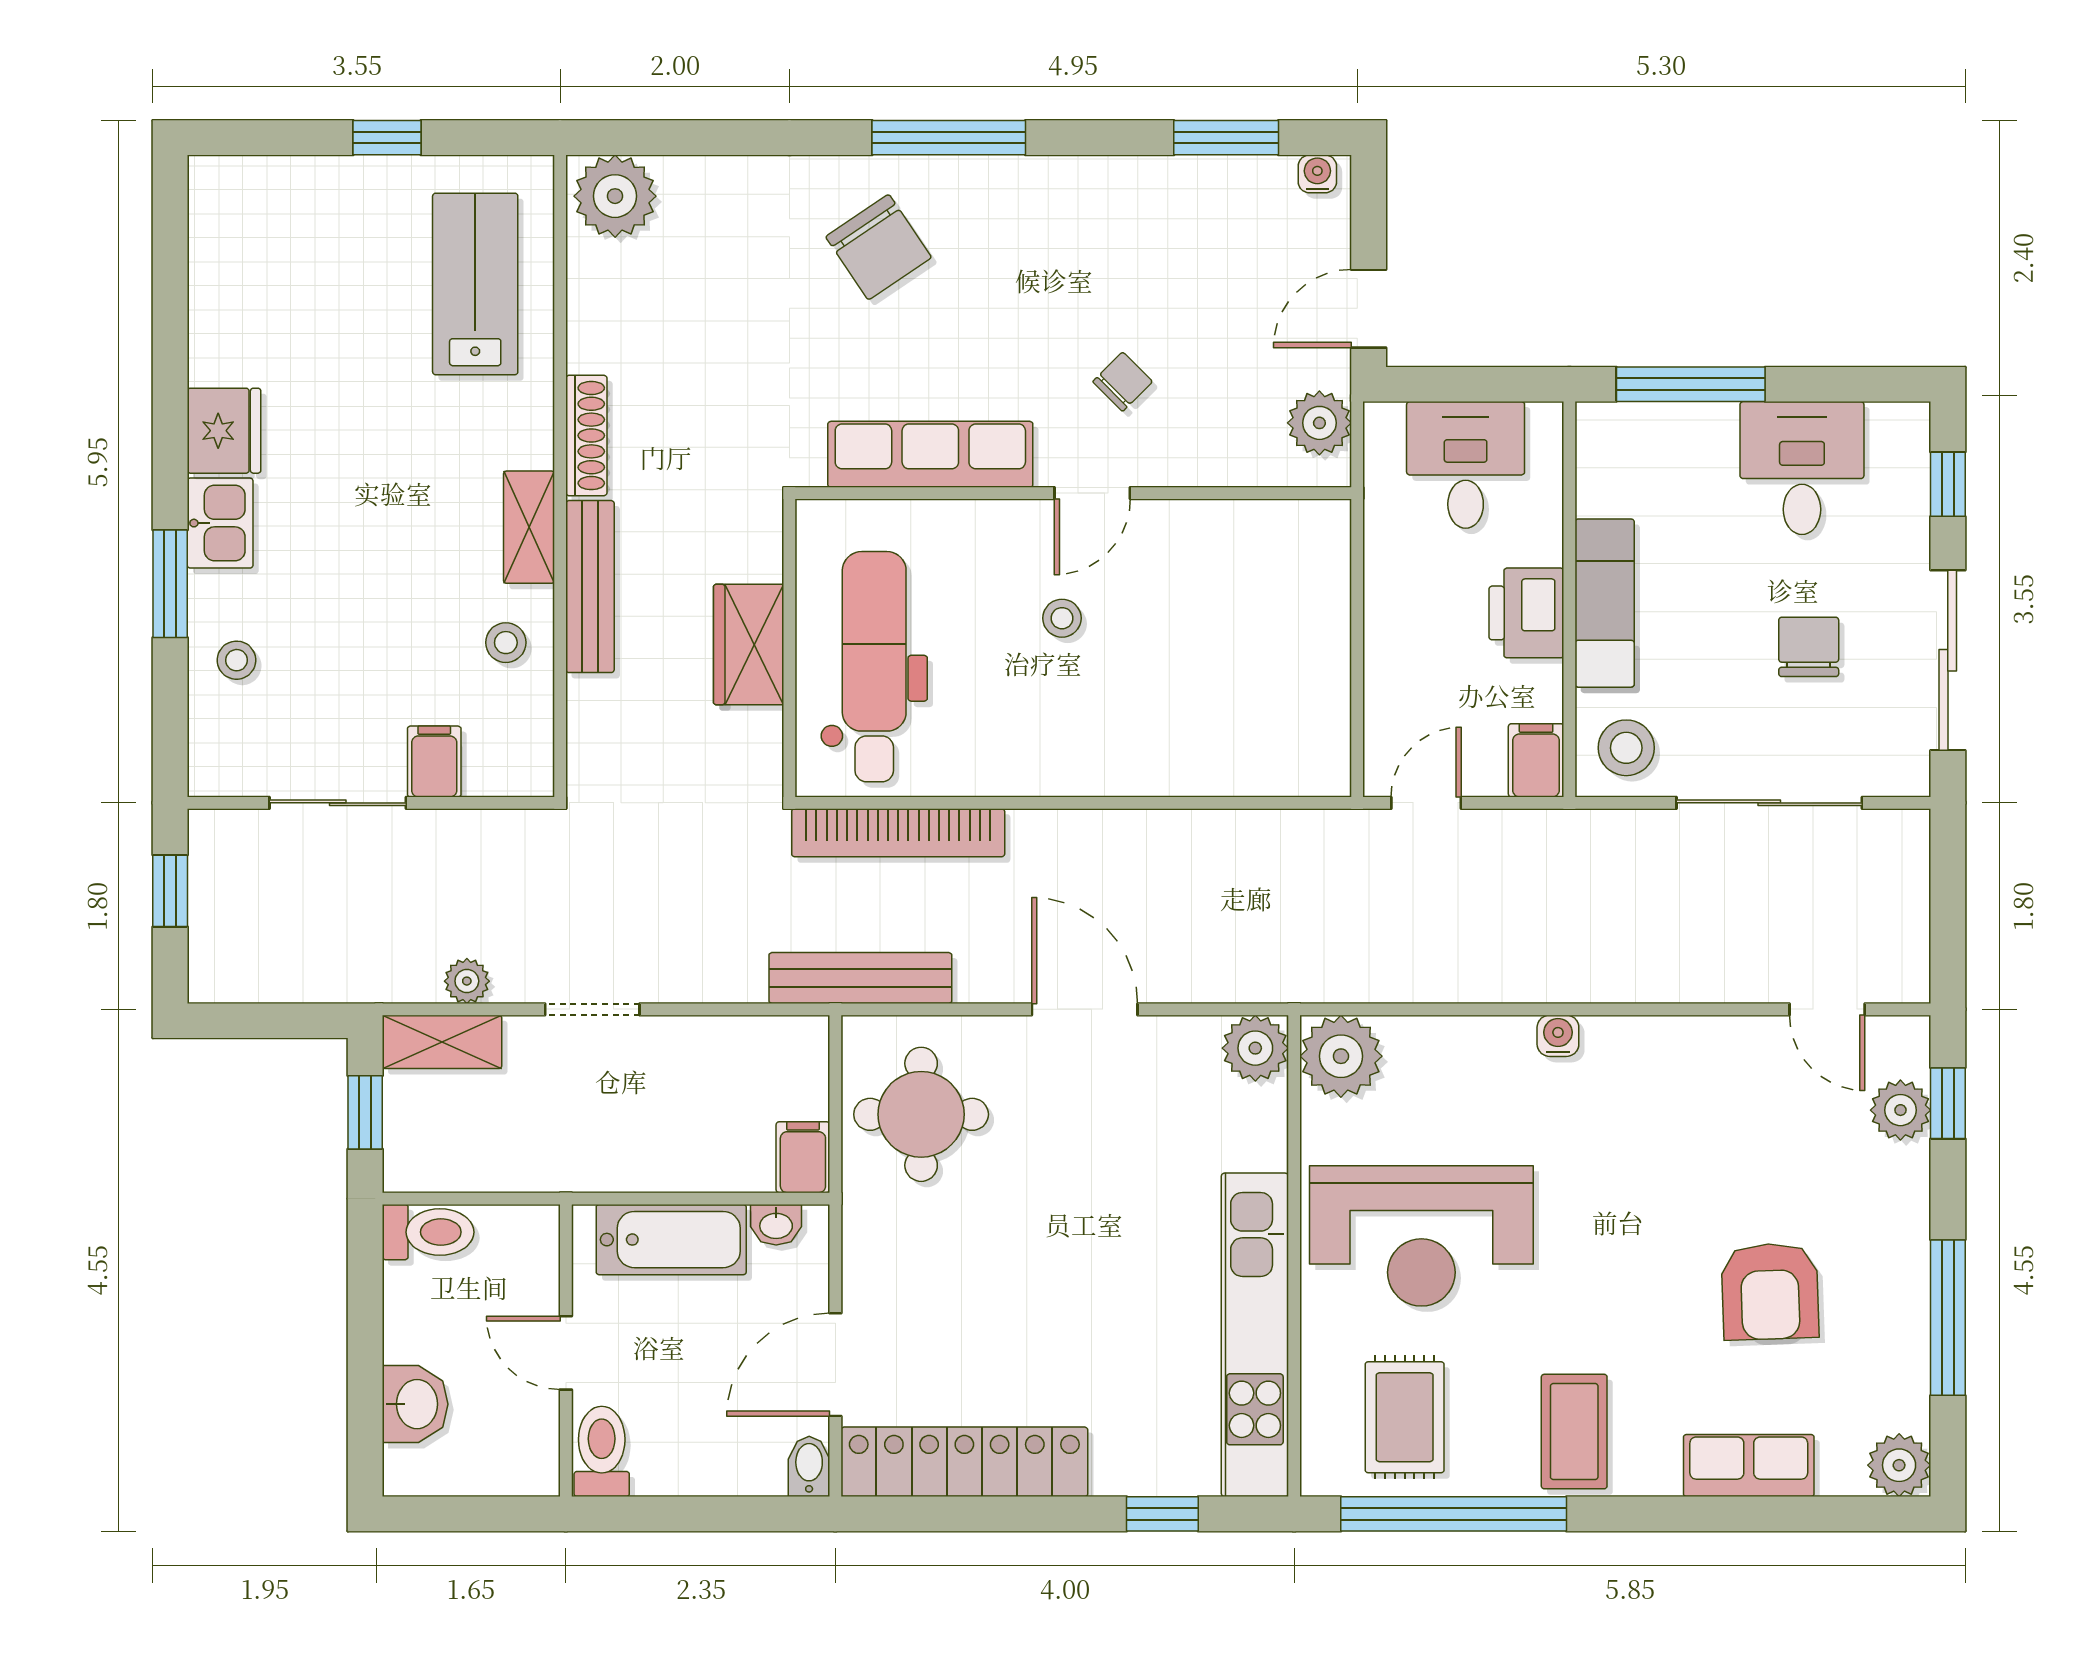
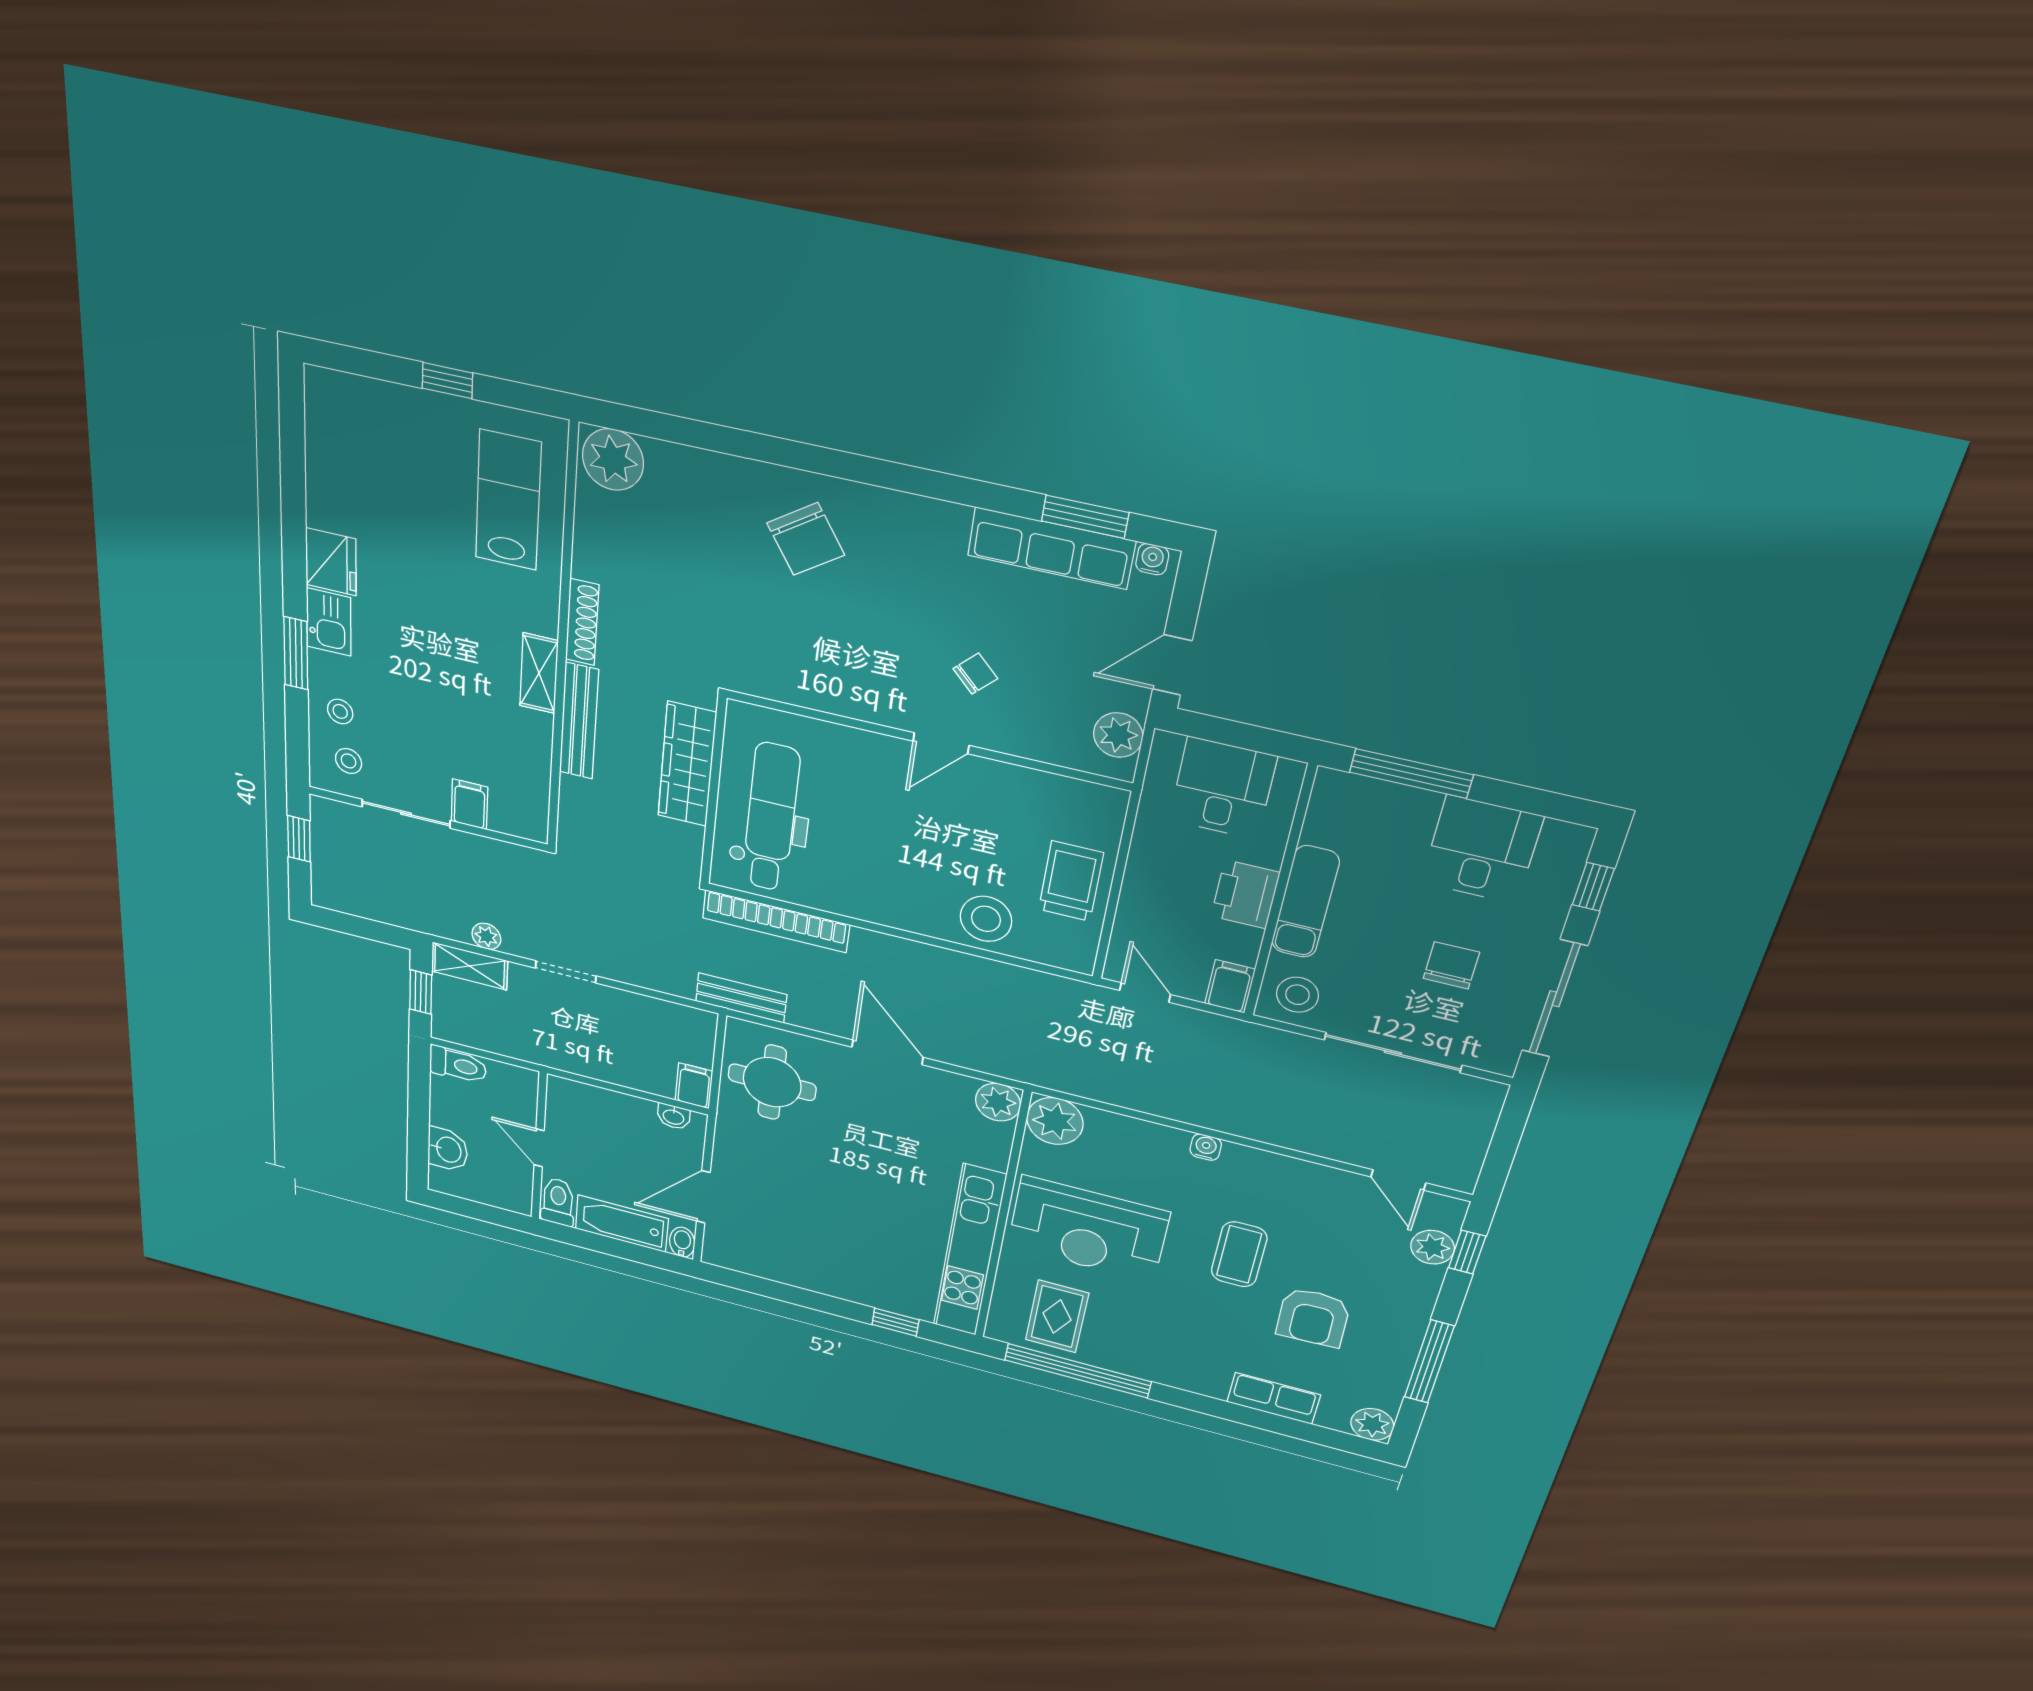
window: (949, 138) -> (869, 471), removed
row of seats: (930, 454) -> (1051, 548), moved, turned 180
stool: (1062, 618) -> (986, 919), moved, width x1.89, depth x1.89
stool: (506, 643) -> (349, 761), moved
wardrobe: (749, 645) -> (687, 764), width x1.50
trolley: (1296, 655) -> (1071, 881), added
door: (1426, 803) -> (1145, 993), hinge flipped
bench: (860, 978) -> (741, 998), width x0.73
bathtub: (671, 1240) -> (622, 1224), moved, turned 180
coffee table: (1574, 1432) -> (1239, 1254), moved
locker: (964, 1462) -> (777, 1265), removed

